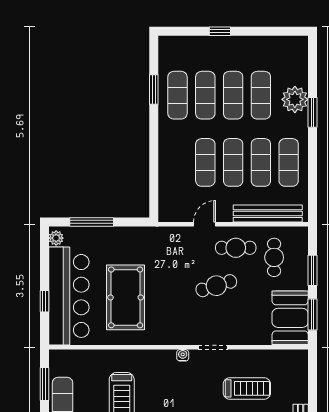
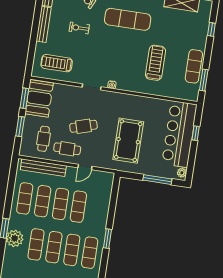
window: (154, 90) -> (108, 239), moved
pool table: (126, 297) -> (128, 141), moved
treadmill: (247, 388) -> (57, 63), moved

